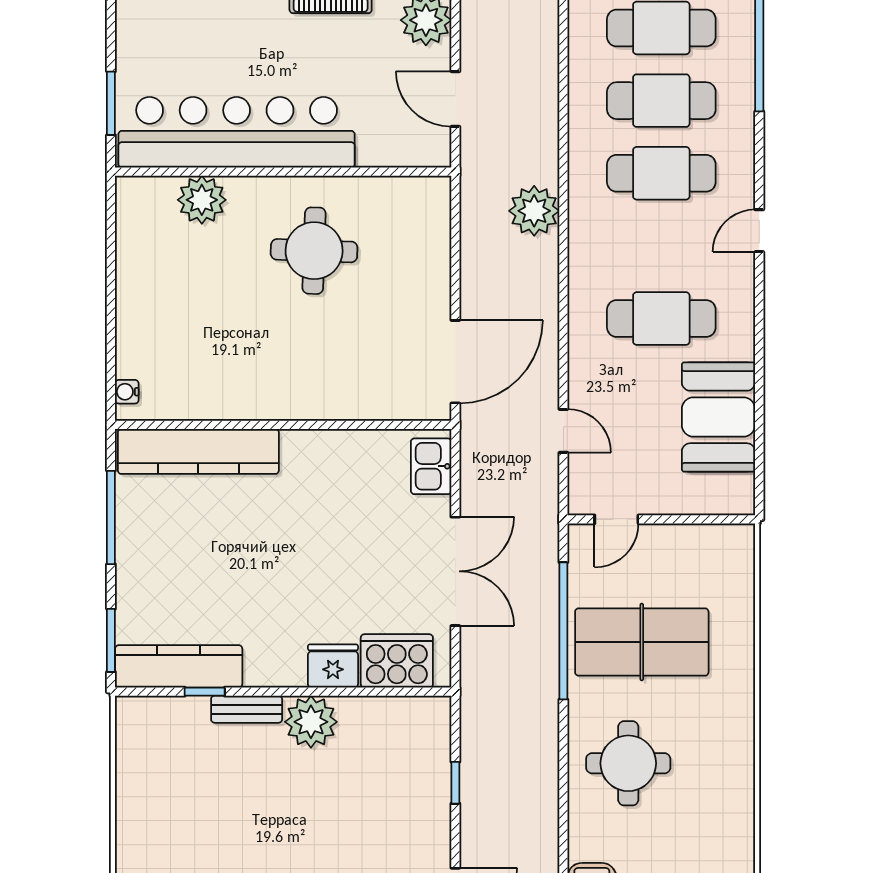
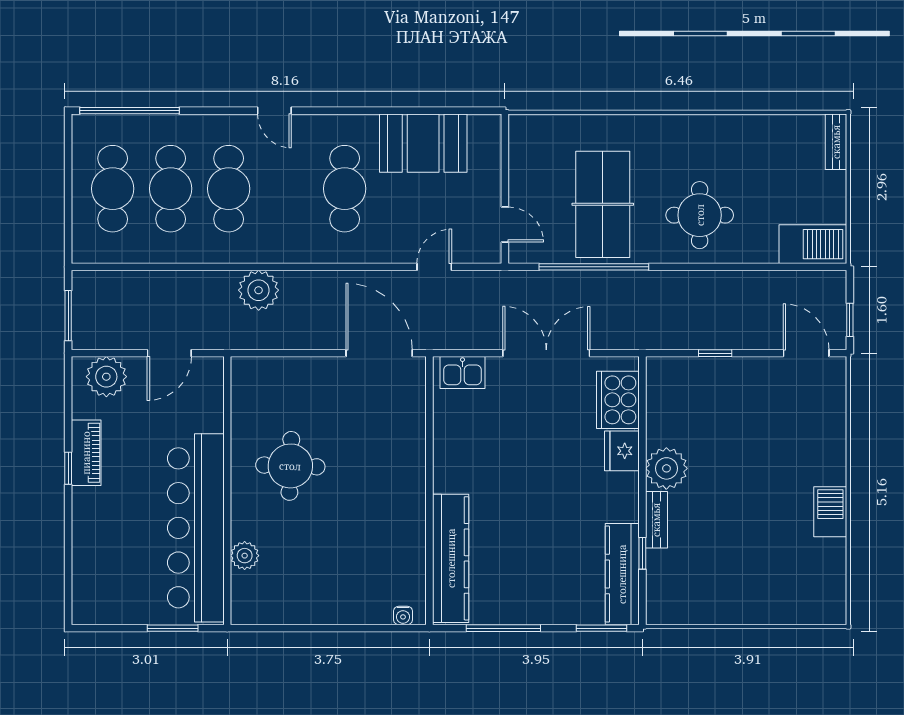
plant: (202, 200) -> (245, 556), width x0.73, depth x0.73

